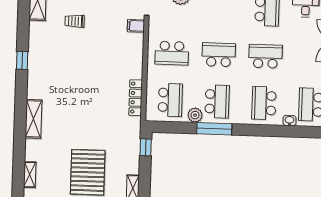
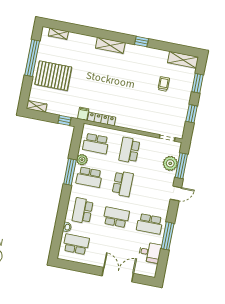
filing cabinet: (136, 26) -> (83, 114), moved
school desk: (266, 56) -> (116, 217), turned -90
school desk: (264, 103) -> (83, 211), turned -90
shelving: (33, 119) -> (110, 45), moved

